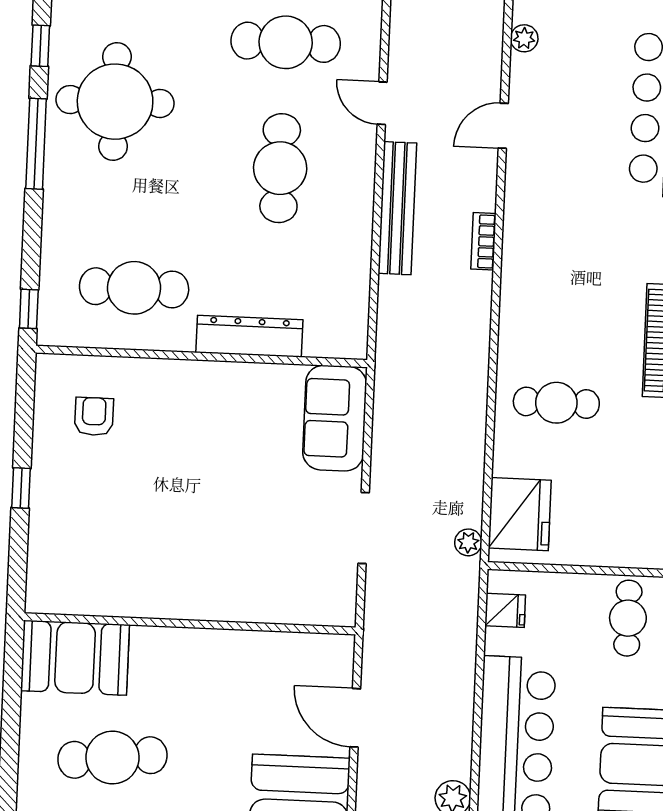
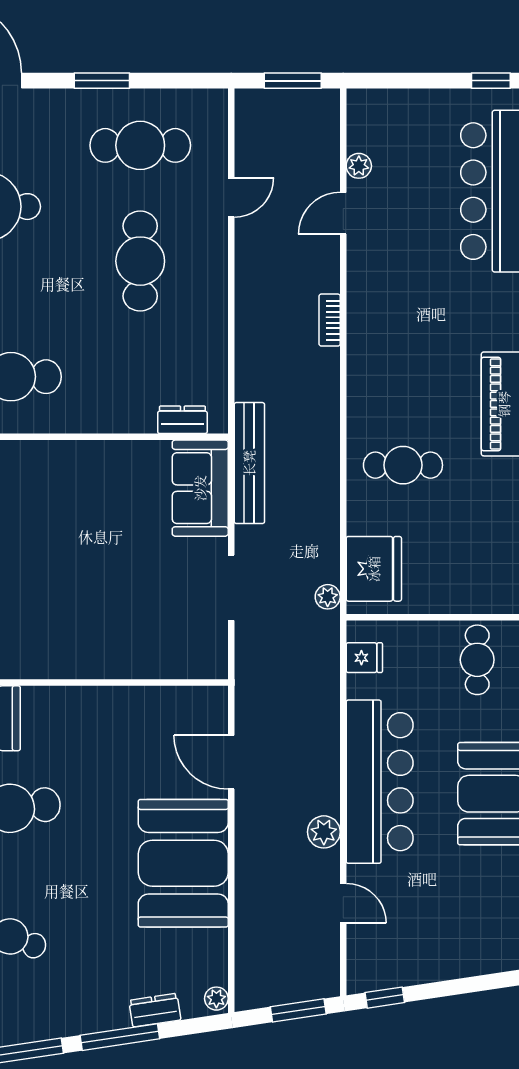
plant: (524, 38) -> (359, 166), moved
door: (382, 103) -> (231, 197), swing flipped
bench: (397, 208) -> (249, 463), moved
dresser: (249, 336) -> (182, 420), moved, width x0.51, depth x0.80

